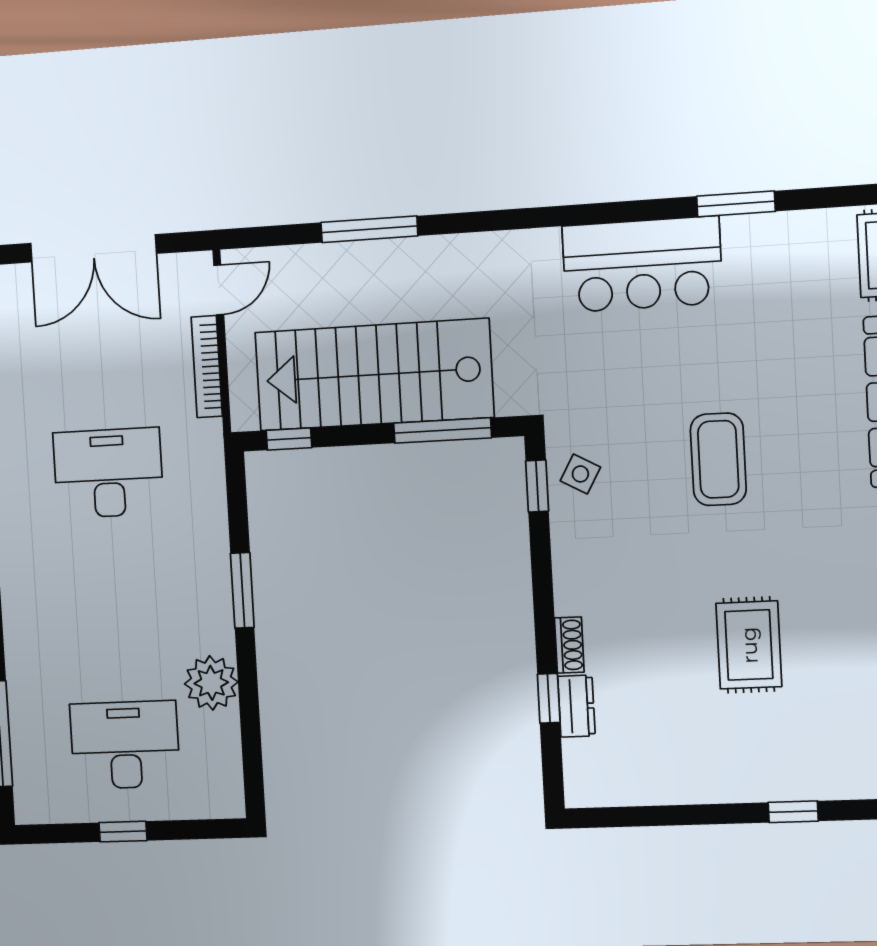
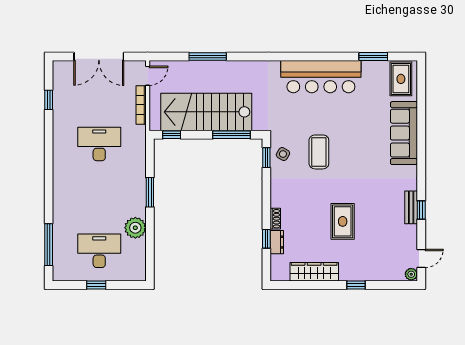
window: (736, 204) -> (373, 56), moved
bar counter: (642, 264) -> (321, 77), width x1.36
coffee table: (718, 459) -> (319, 152), moved
wardrobe: (679, 780) -> (314, 272), added

